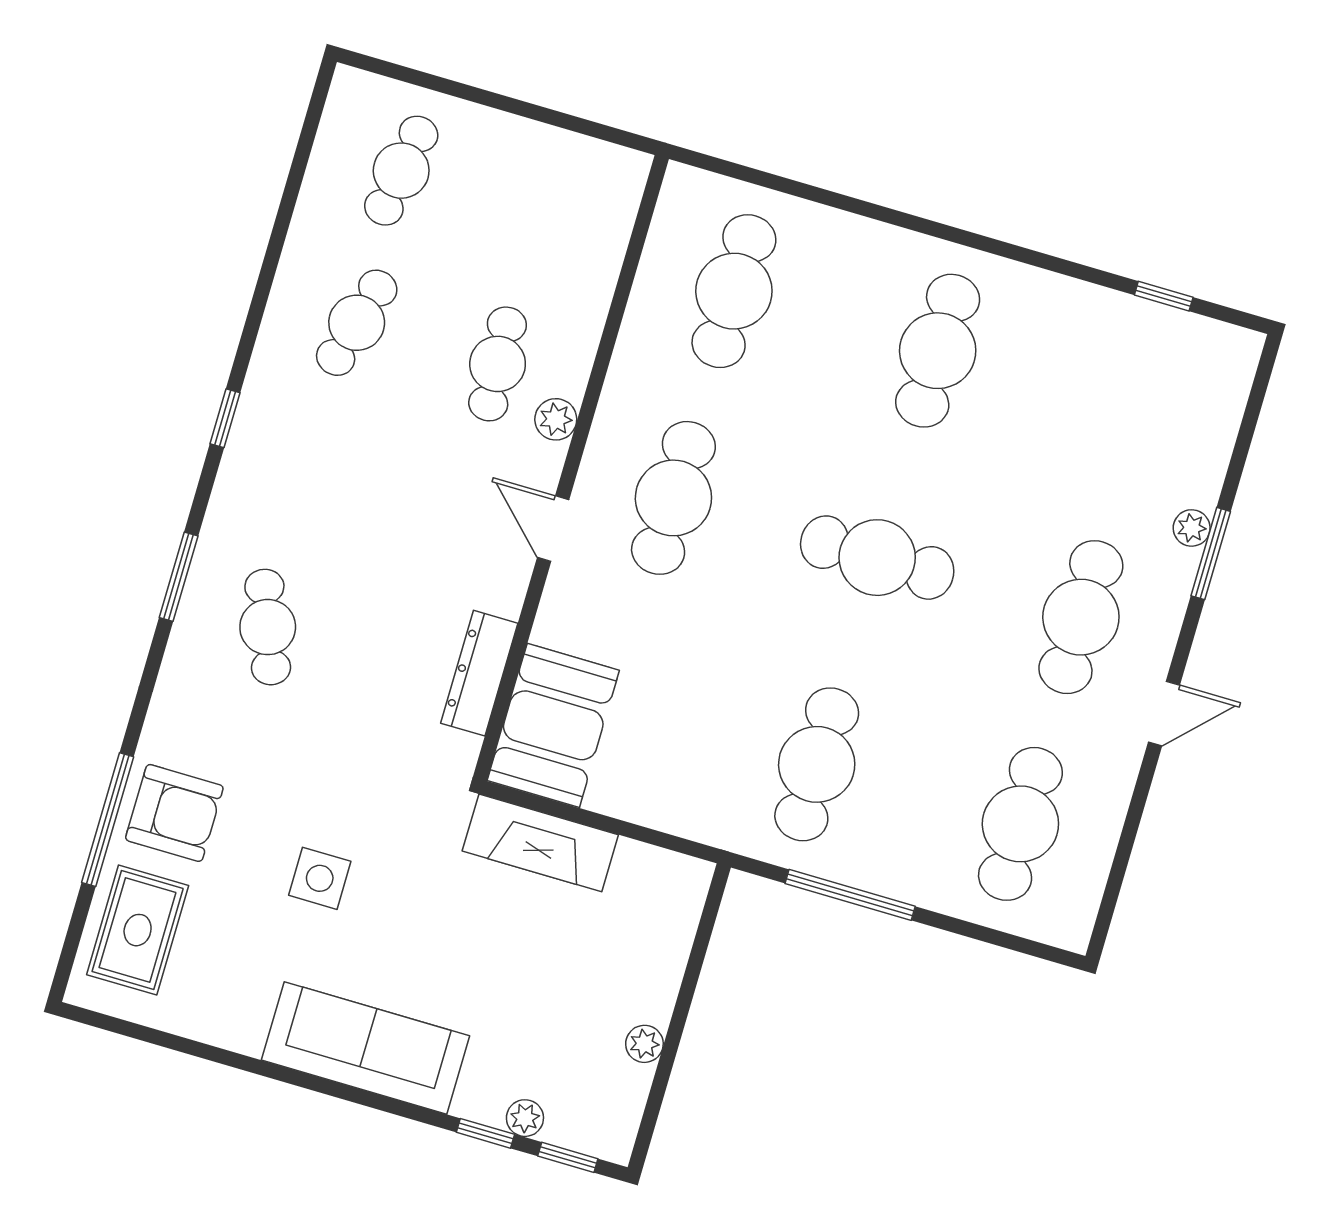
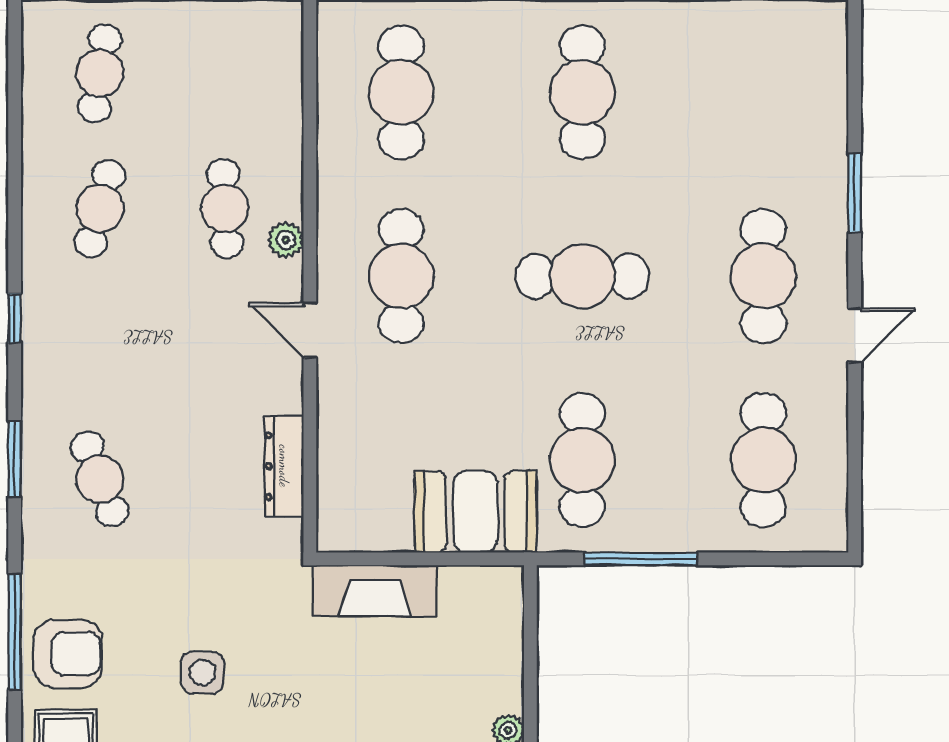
plant: (1192, 528) -> (833, 177), removed
booth: (553, 725) -> (475, 512), moved, turned 90
window: (108, 820) -> (15, 632), moved

